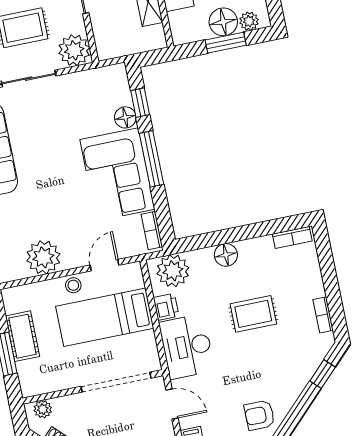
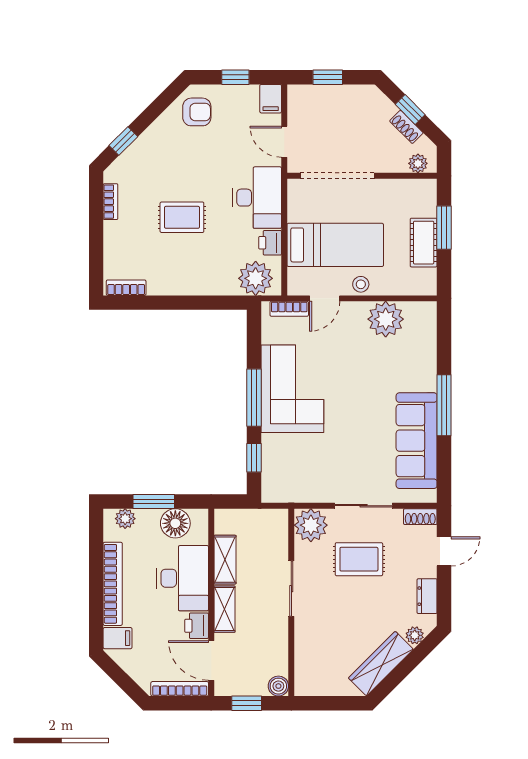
floor lamp: (223, 22) -> (175, 523), moved
floor lamp: (125, 117) -> (272, 446), removed
bookcase: (152, 230) -> (289, 309), moved, turned 90
floor lamp: (226, 255) -> (198, 284), removed

